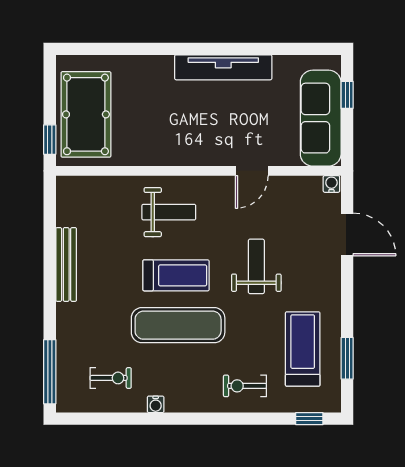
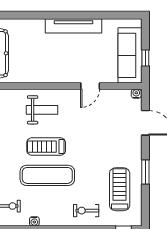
window: (347, 95) -> (145, 58), moved
weight bench: (256, 266) -> (93, 141), removed
treadmill: (176, 275) -> (46, 147), turned 180
window: (347, 358) -> (145, 172), moved

